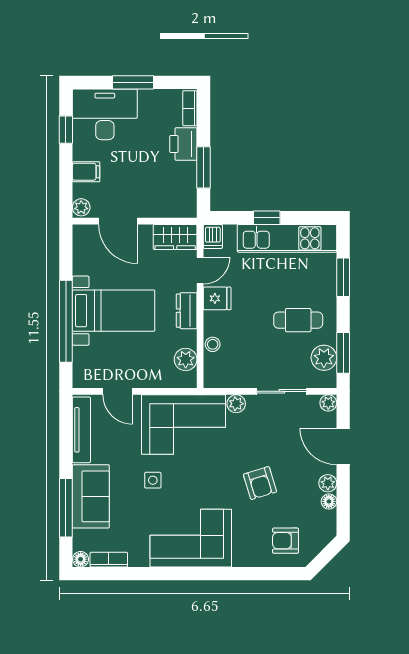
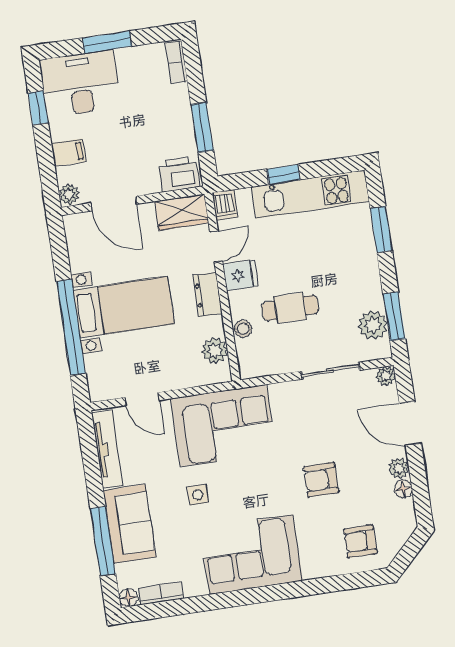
printer: (183, 144) -> (179, 174), moved, turned 90
cafe table: (298, 320) -> (290, 308), moved
plant: (236, 404) -> (280, 393), removed
armchair: (260, 483) -> (321, 480), turned 107

